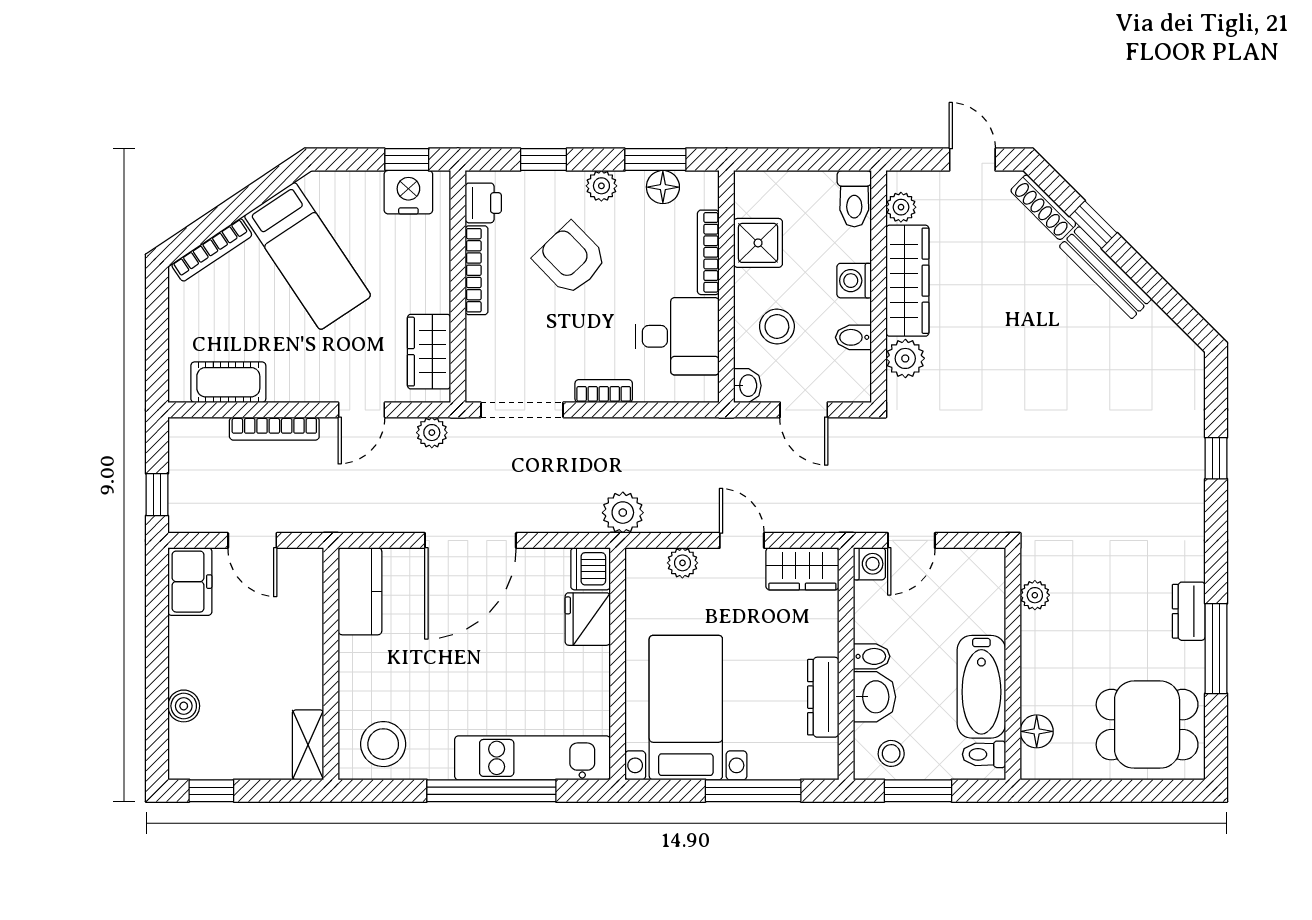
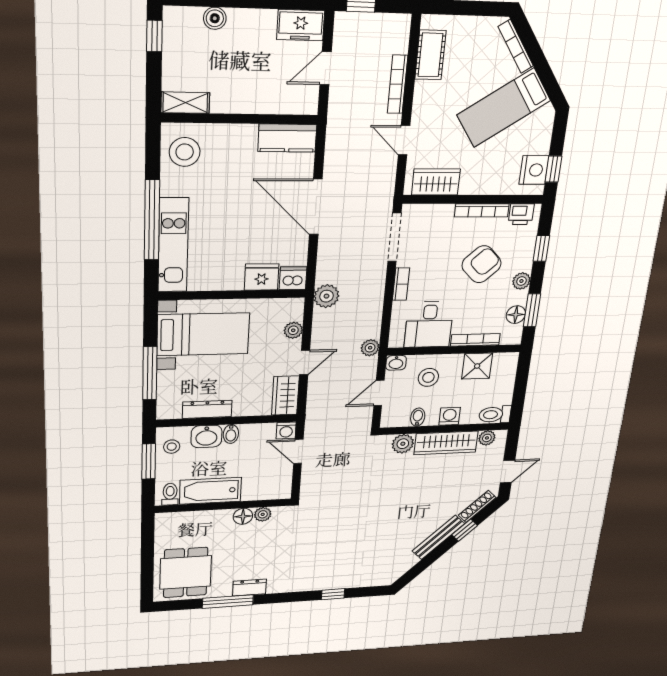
plant: (432, 433) -> (370, 348), moved
floor lamp: (1037, 731) -> (243, 516), moved

